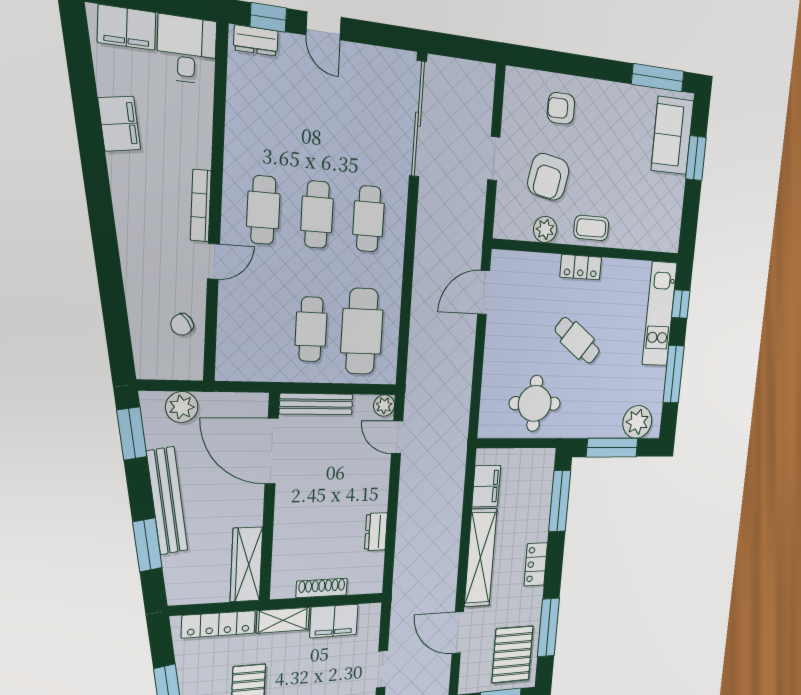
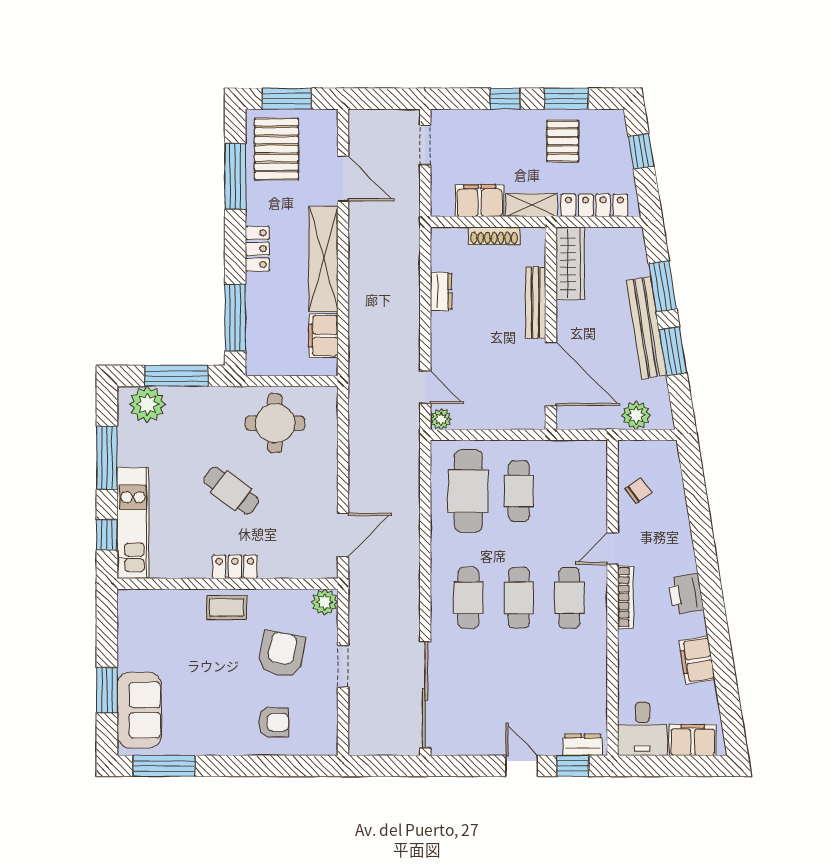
printer: (131, 204) -> (686, 594), added
plant: (545, 229) -> (325, 602), moved
bench: (316, 404) -> (536, 303), moved, turned 90
window: (132, 433) -> (673, 351), moved

